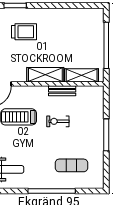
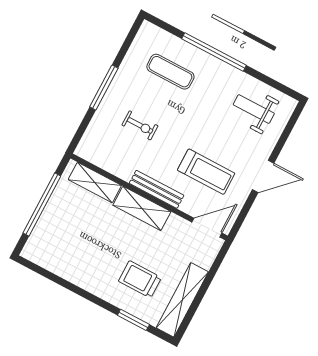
bench: (62, 91) -> (157, 189), moved, width x1.36
exercise bike: (58, 121) -> (140, 125), moved

